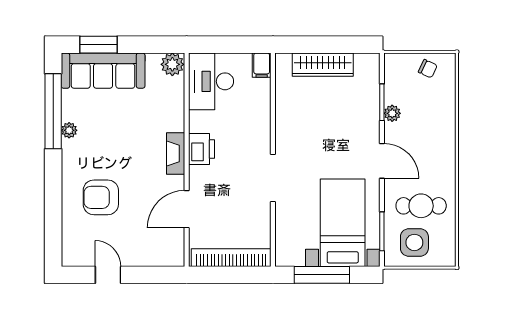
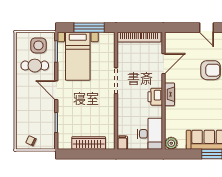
plant: (392, 113) -> (51, 116), removed

